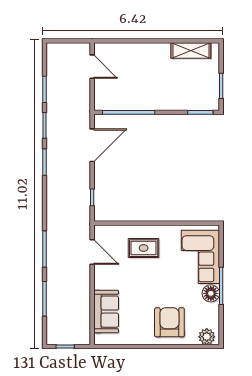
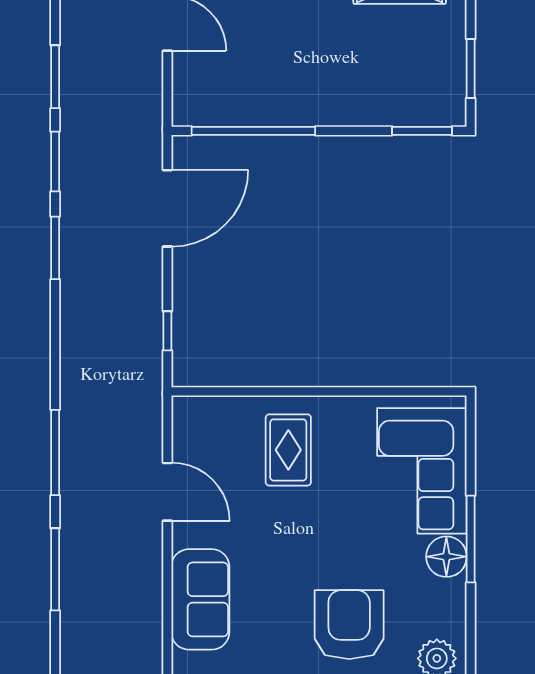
rug: (144, 248) -> (288, 450), turned 90
door: (92, 252) -> (167, 492), moved

